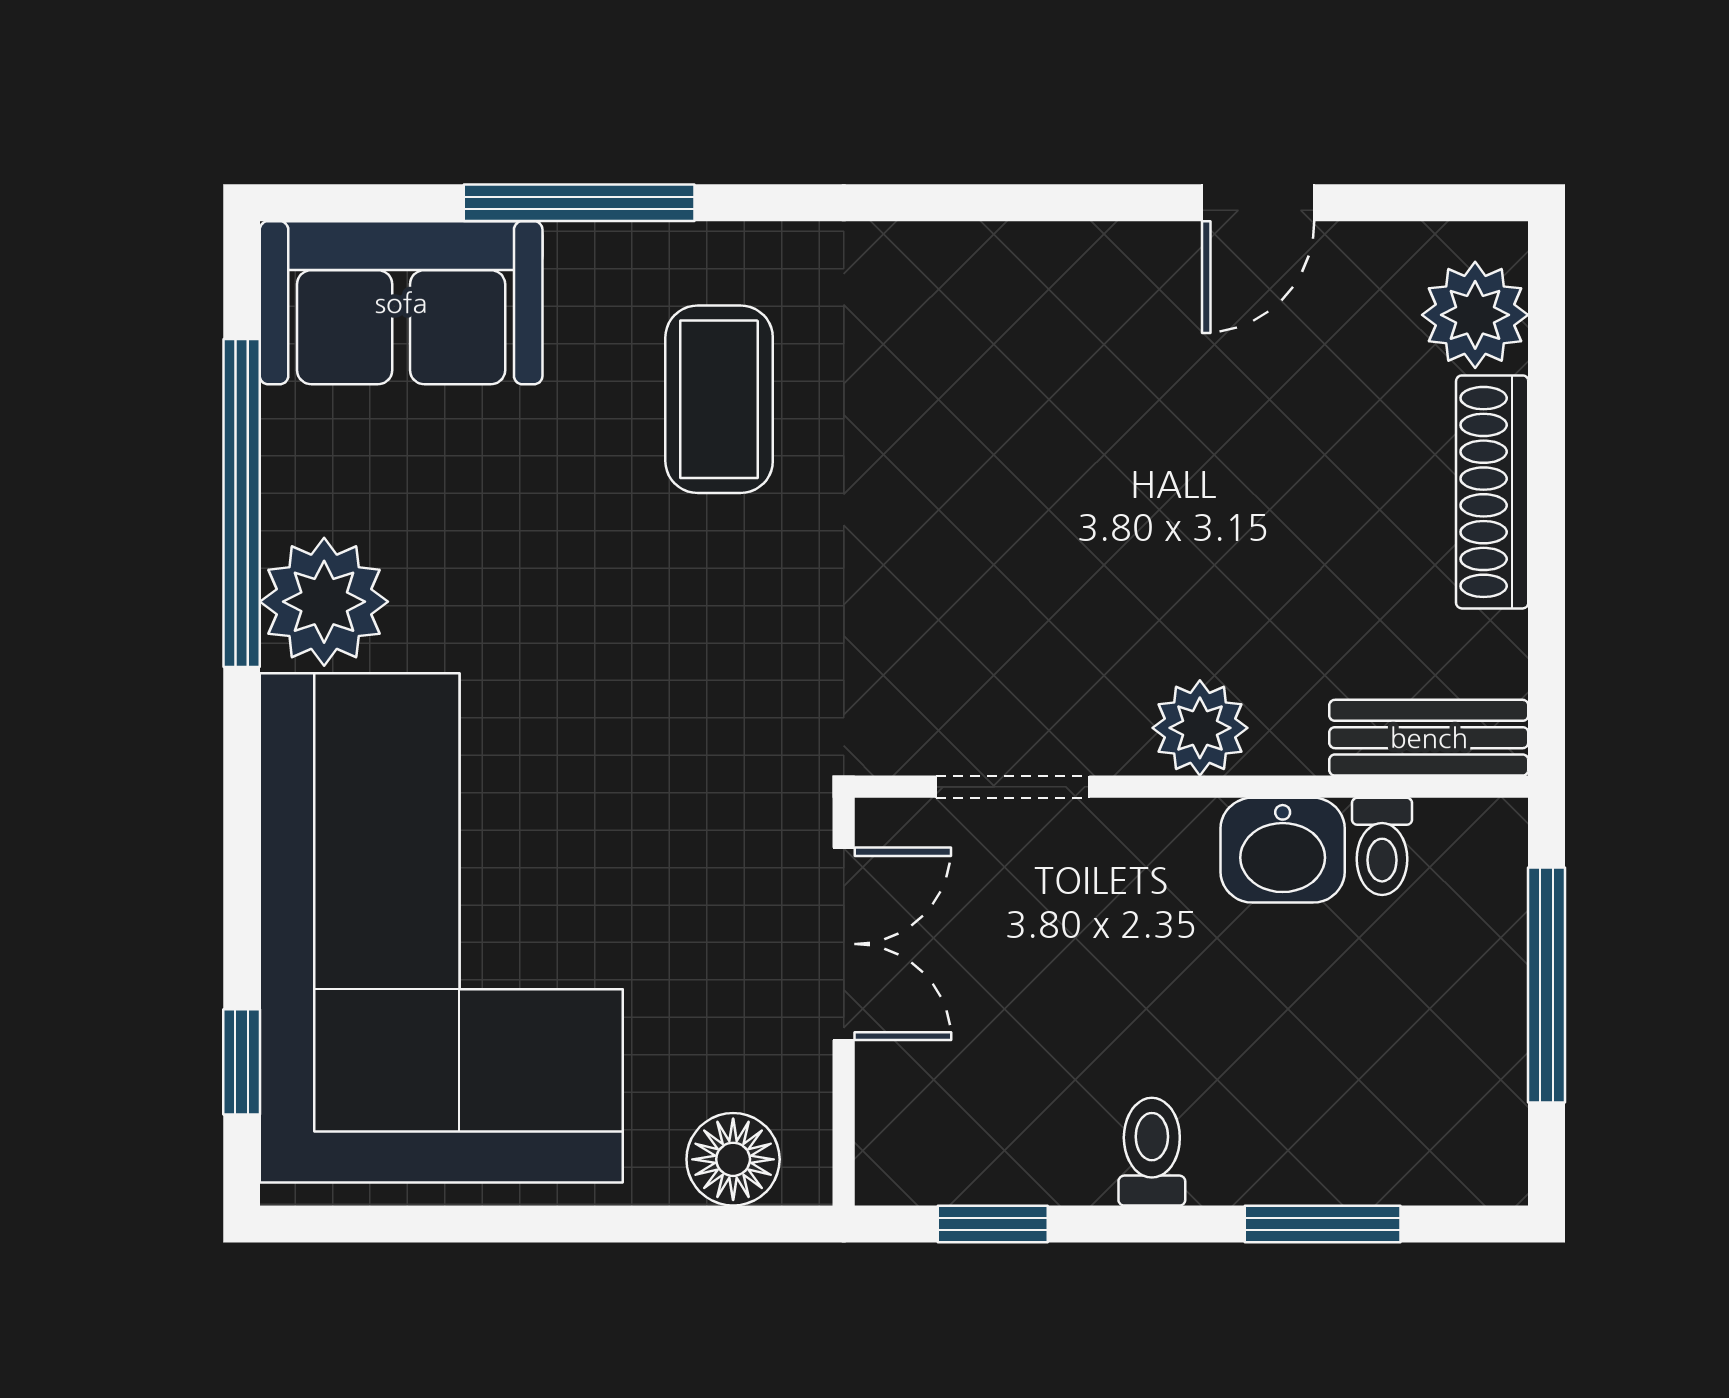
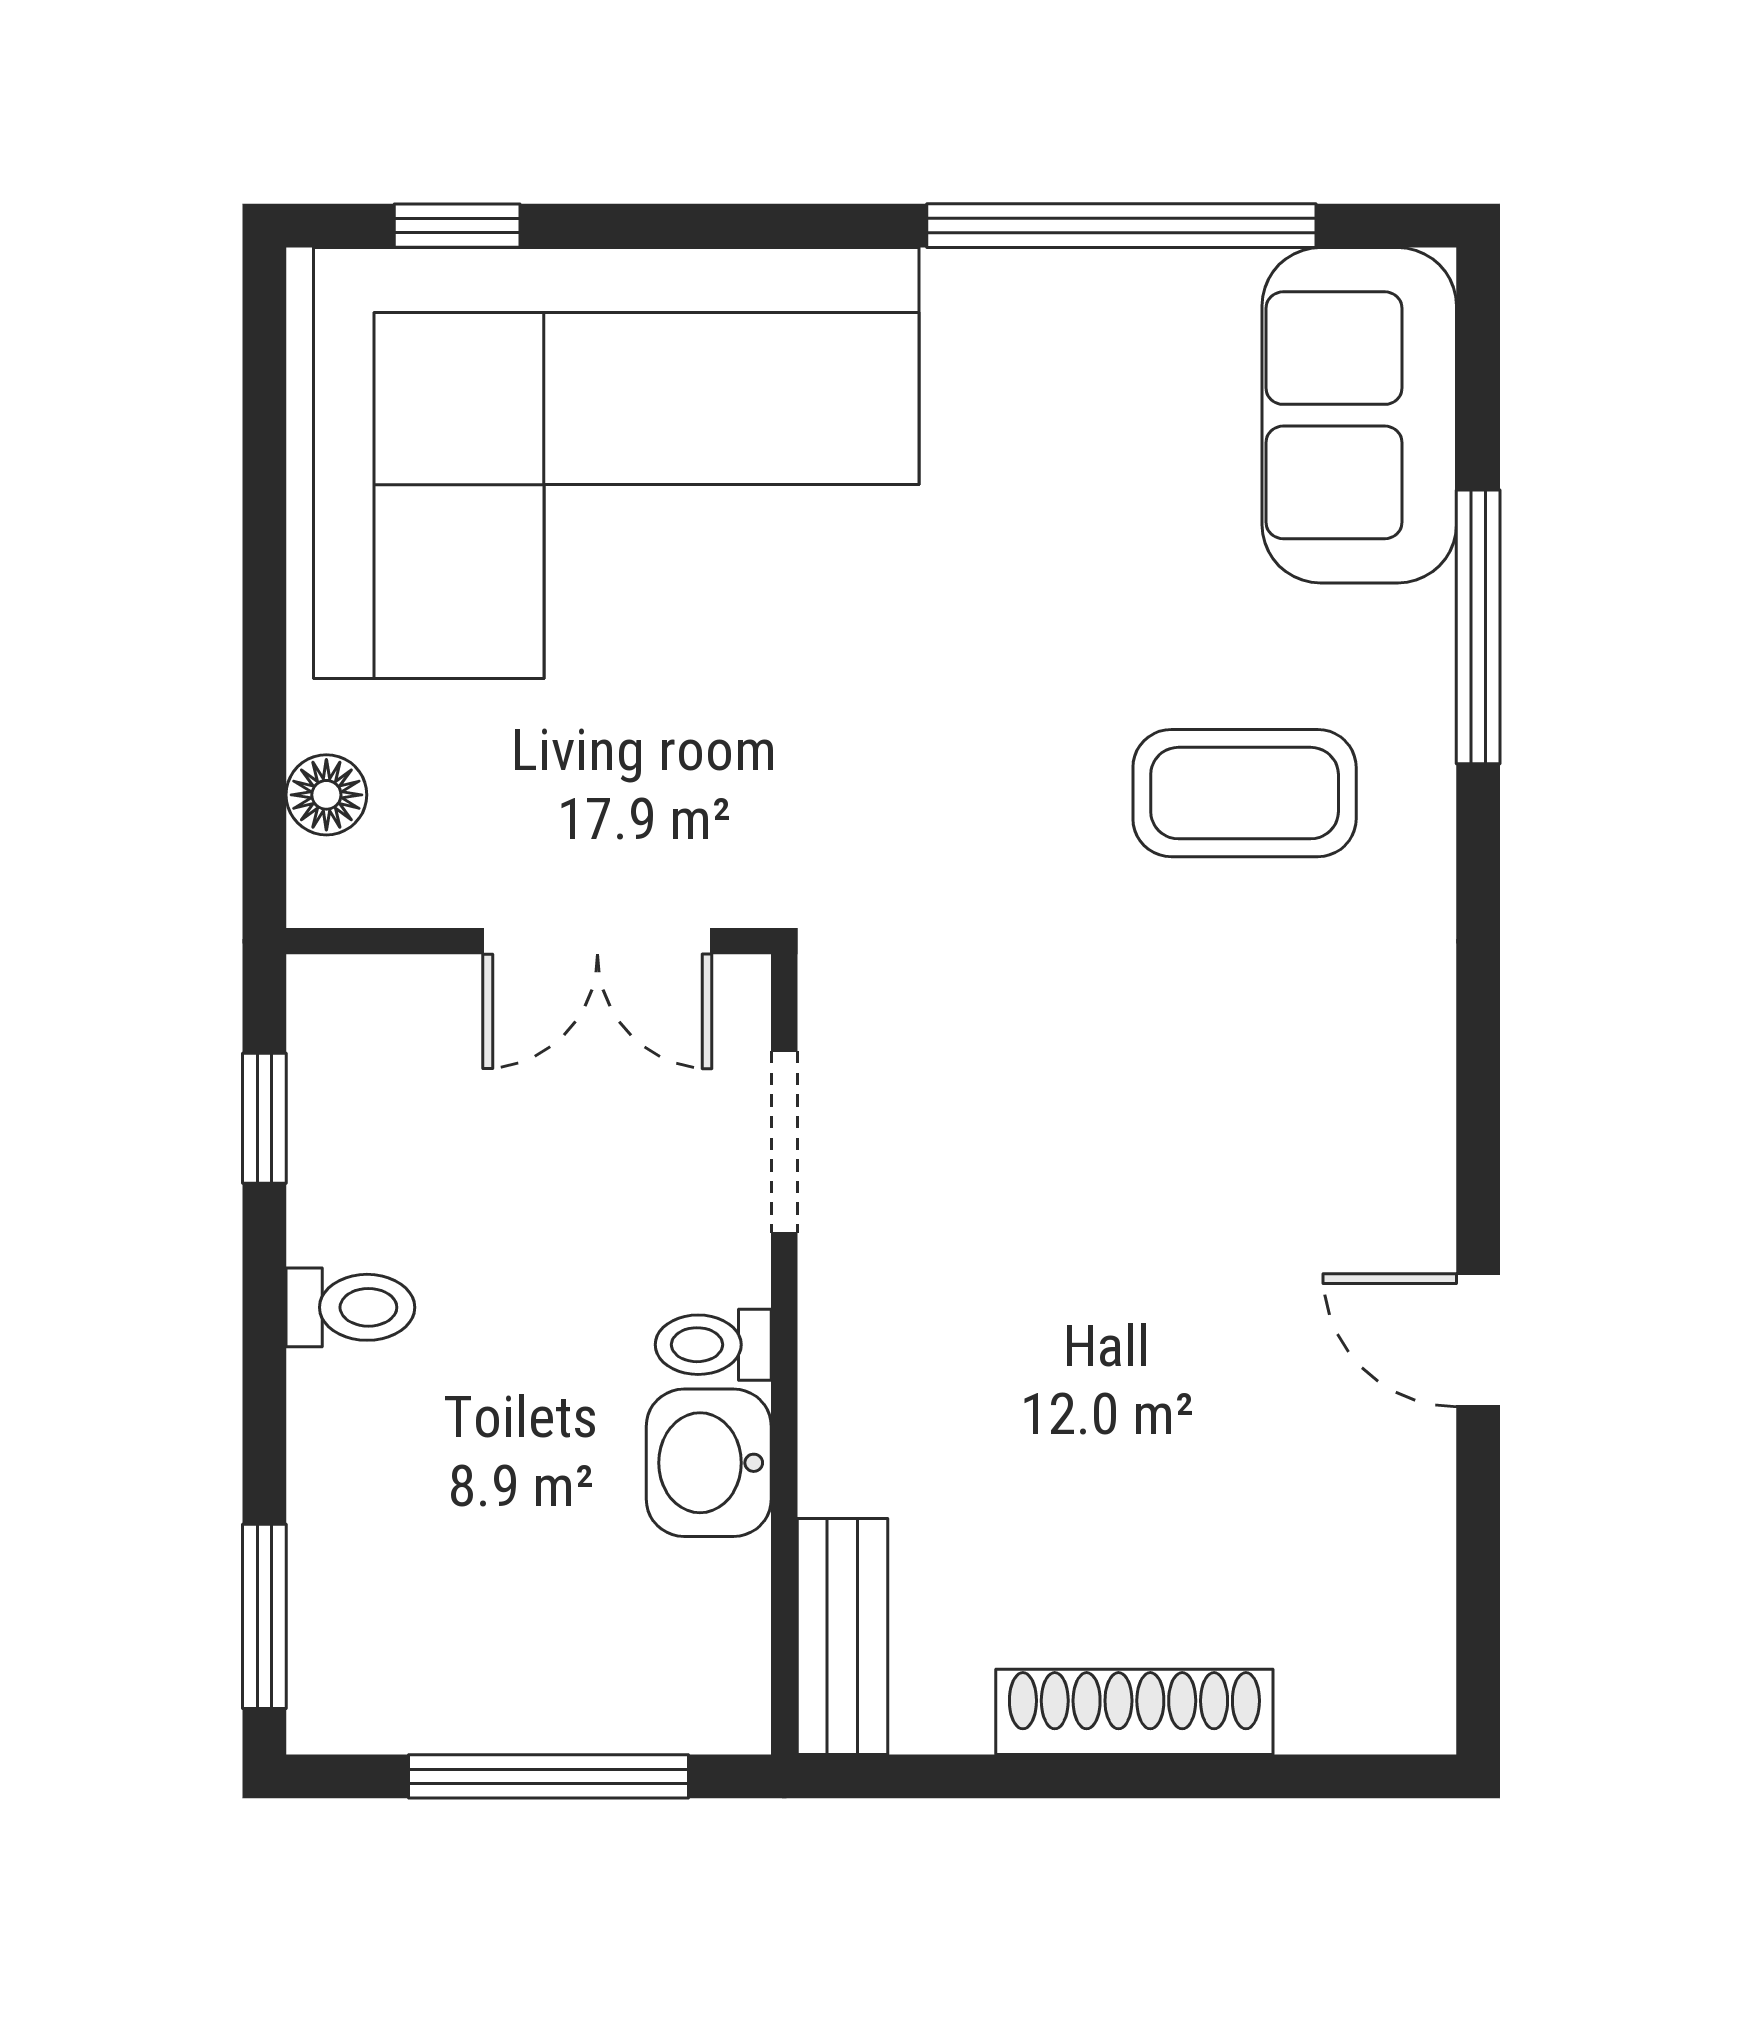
door: (1258, 203) -> (1478, 1340), moved
plant: (1475, 315) -> (1345, 1691), removed
plant: (324, 602) -> (1004, 324), removed
plant: (1200, 728) -> (854, 1365), removed
toilet: (1382, 846) -> (713, 1345), moved
floor lamp: (733, 1159) -> (326, 795), width x0.73, depth x0.73
window: (1323, 1224) -> (264, 1616), moved

